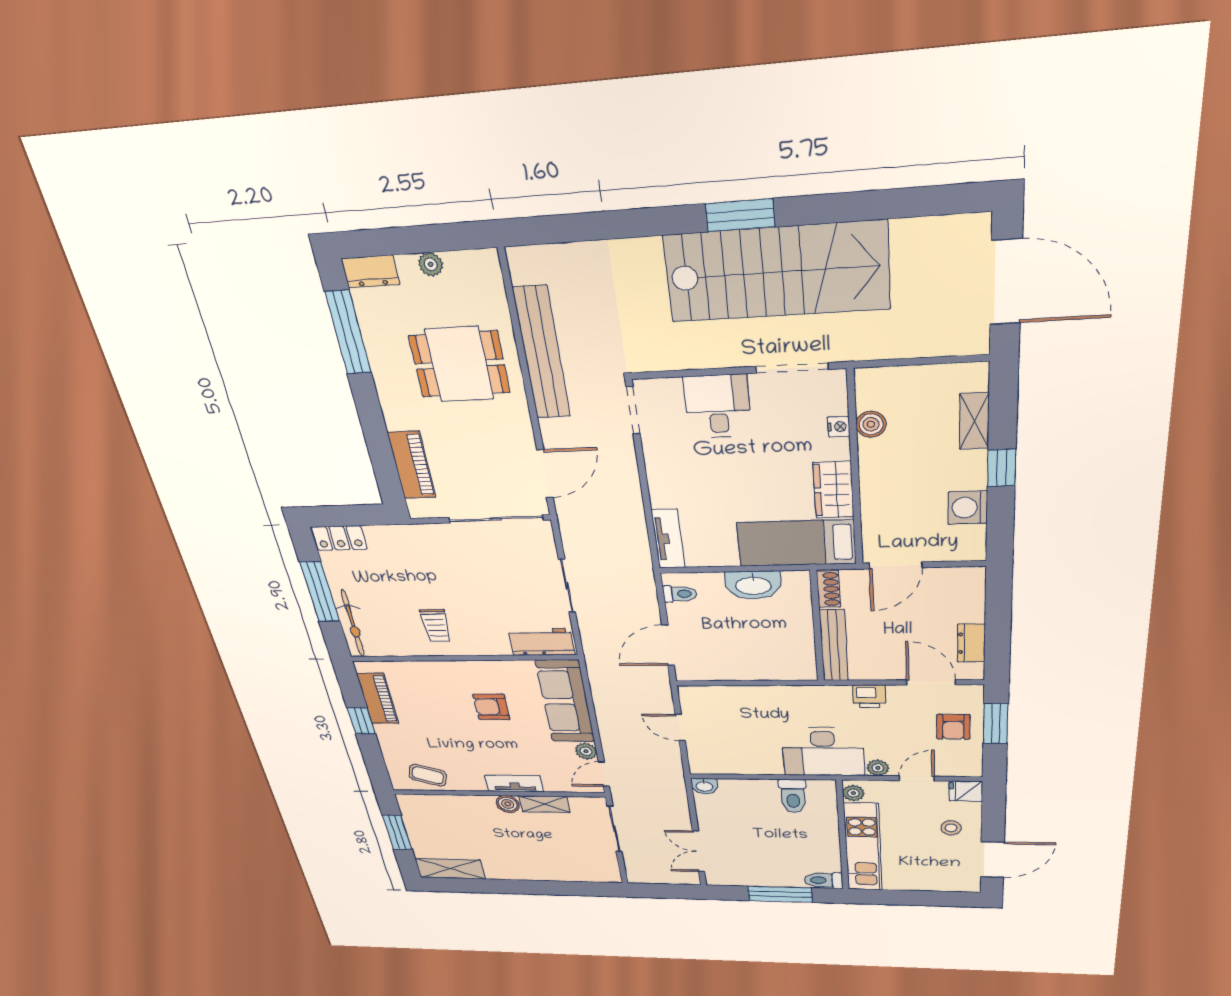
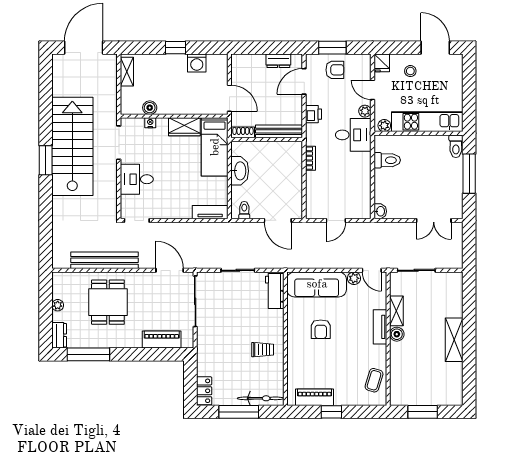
shelving: (974, 421) -> (127, 72), moved, turned 90
bookcase: (787, 692) -> (310, 158), added
desk: (823, 752) -> (353, 135), width x0.73
shelving: (450, 869) -> (454, 340), moved

